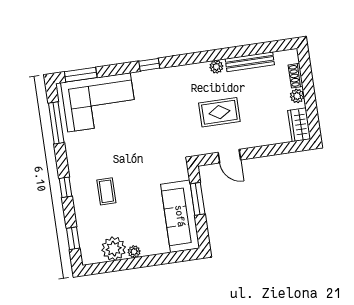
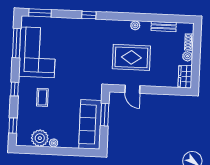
bench: (250, 62) -> (164, 27), width x0.73
corner sofa: (99, 102) -> (37, 52), moved, turned -90
rug: (219, 112) -> (131, 57), width x1.36, depth x1.43

